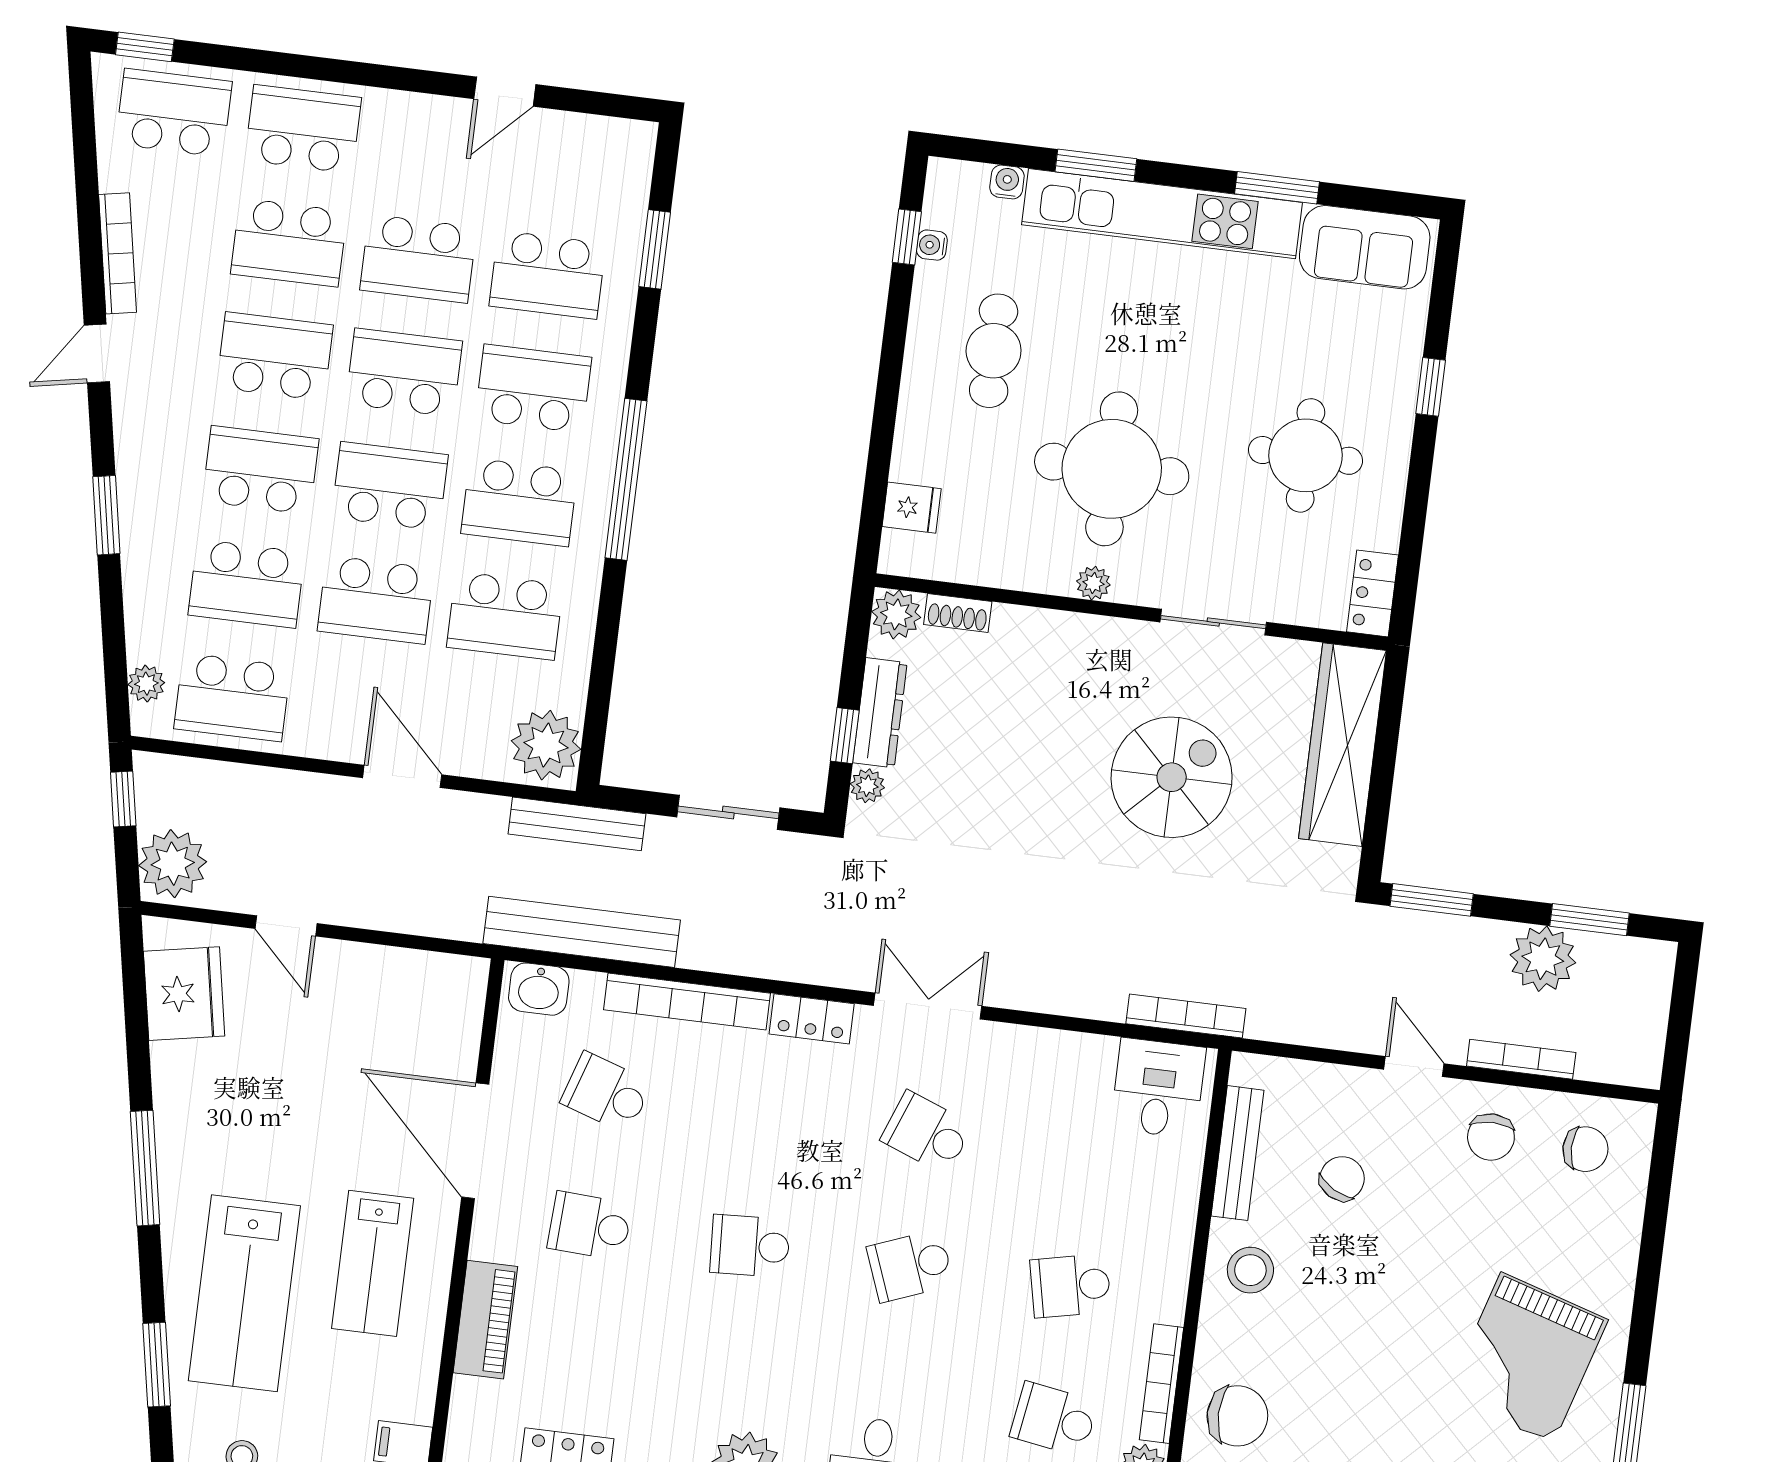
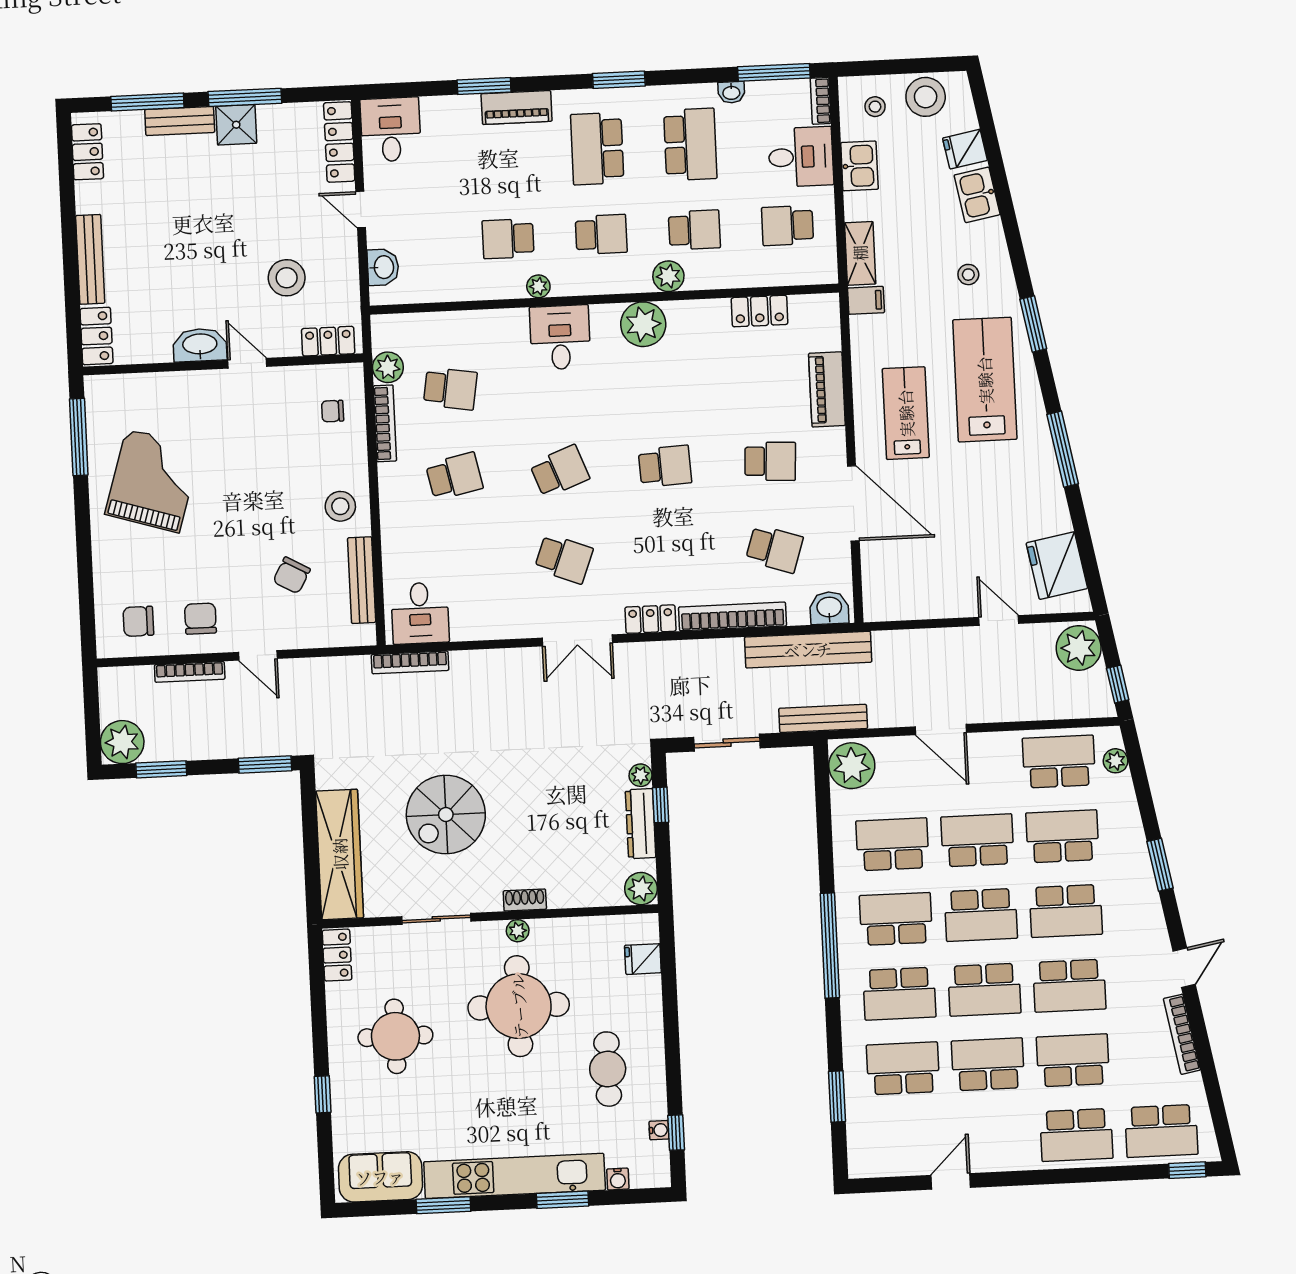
shoe rack: (958, 613) -> (525, 900), moved
plant: (1543, 959) -> (122, 742), moved
chair: (1237, 1416) -> (333, 411), width x0.54, depth x0.54

